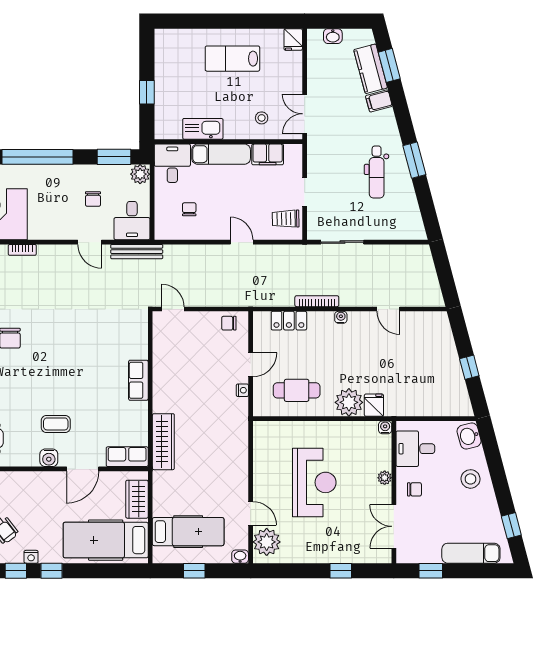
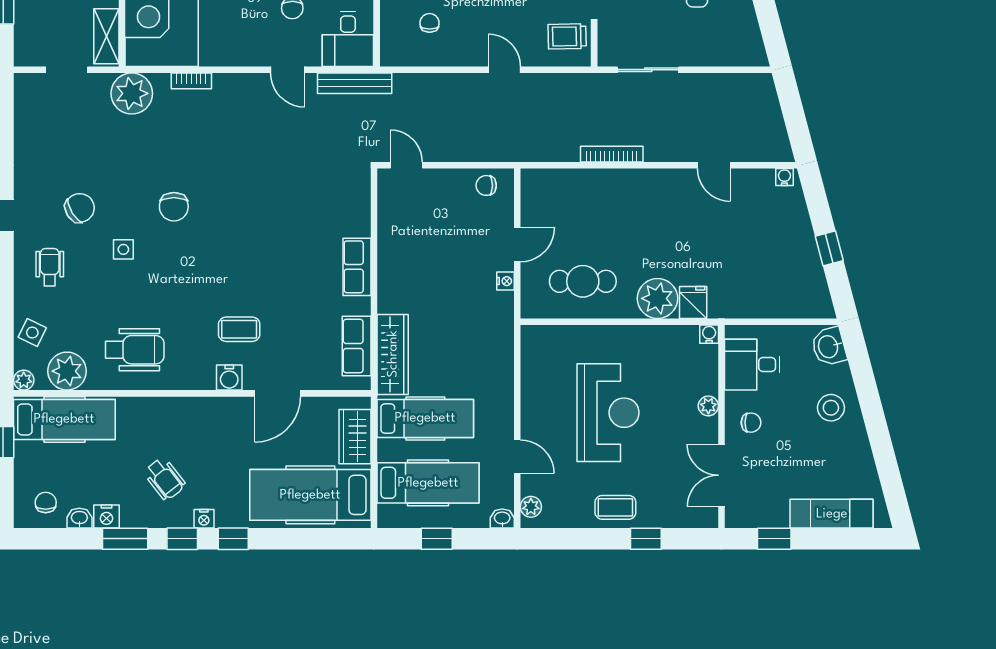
water cooler: (341, 317) -> (784, 177), moved
locker: (289, 321) -> (572, 182), removed
row of seats: (127, 457) -> (357, 346), moved, turned -90
hospital bed: (186, 487) -> (425, 418), added
window: (511, 526) -> (889, 474), removed
plant: (267, 542) -> (531, 507), width x0.53, depth x0.53
coffee table: (319, 549) -> (615, 507), added

